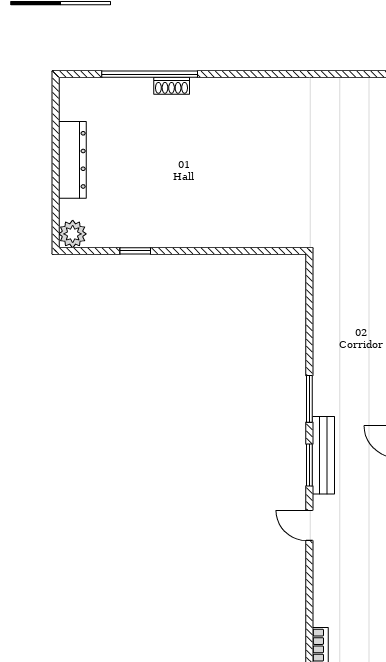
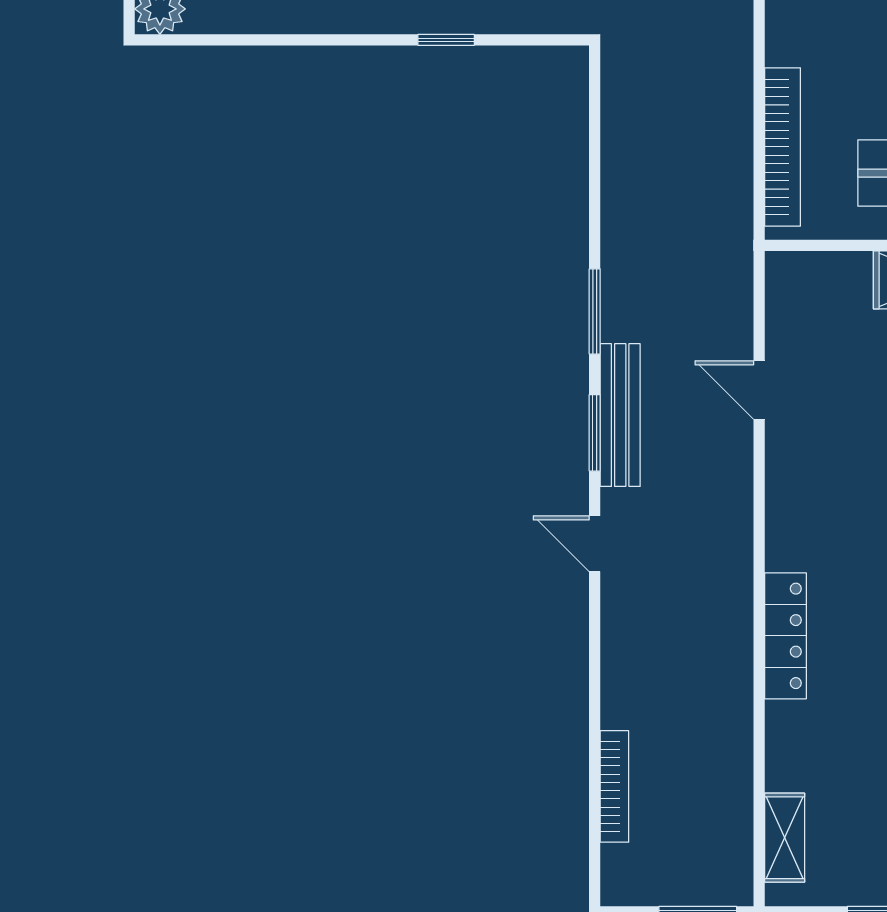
window: (135, 251) -> (446, 40), moved

